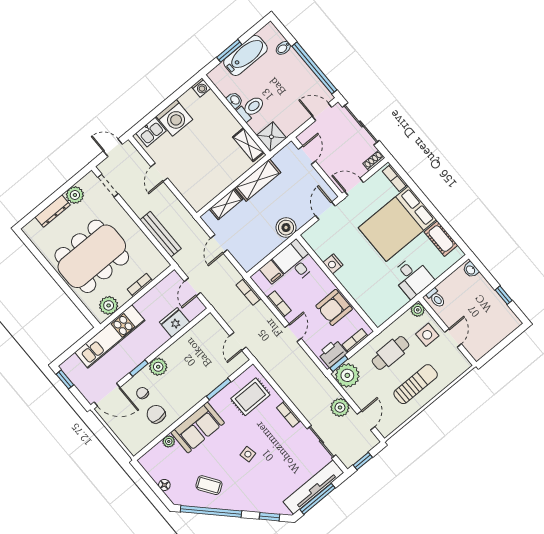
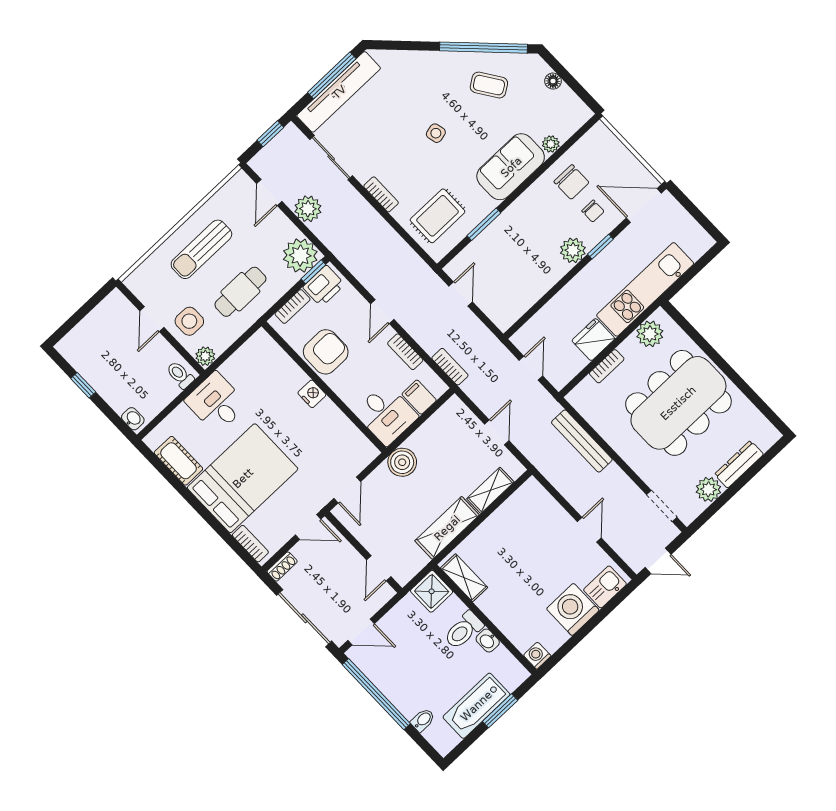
nightstand: (333, 264) -> (312, 394), moved
fridge: (175, 322) -> (593, 340), moved, turned 180
window: (65, 379) -> (706, 223), removed
window: (270, 517) -> (399, 45), removed

